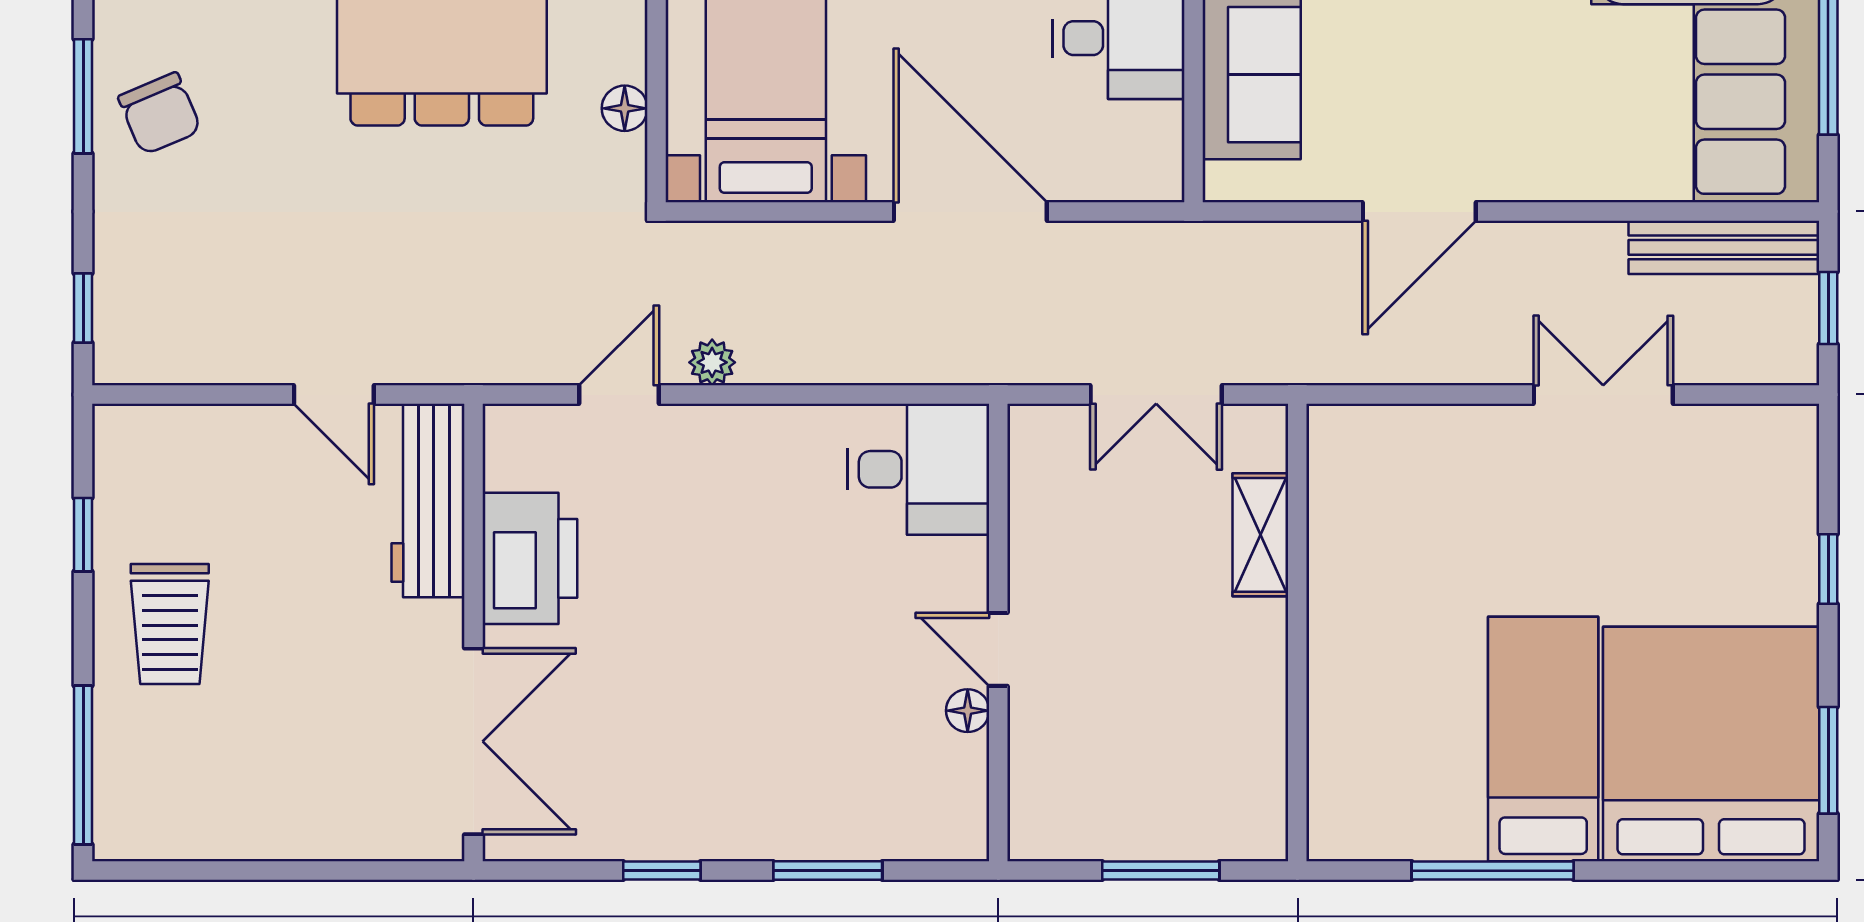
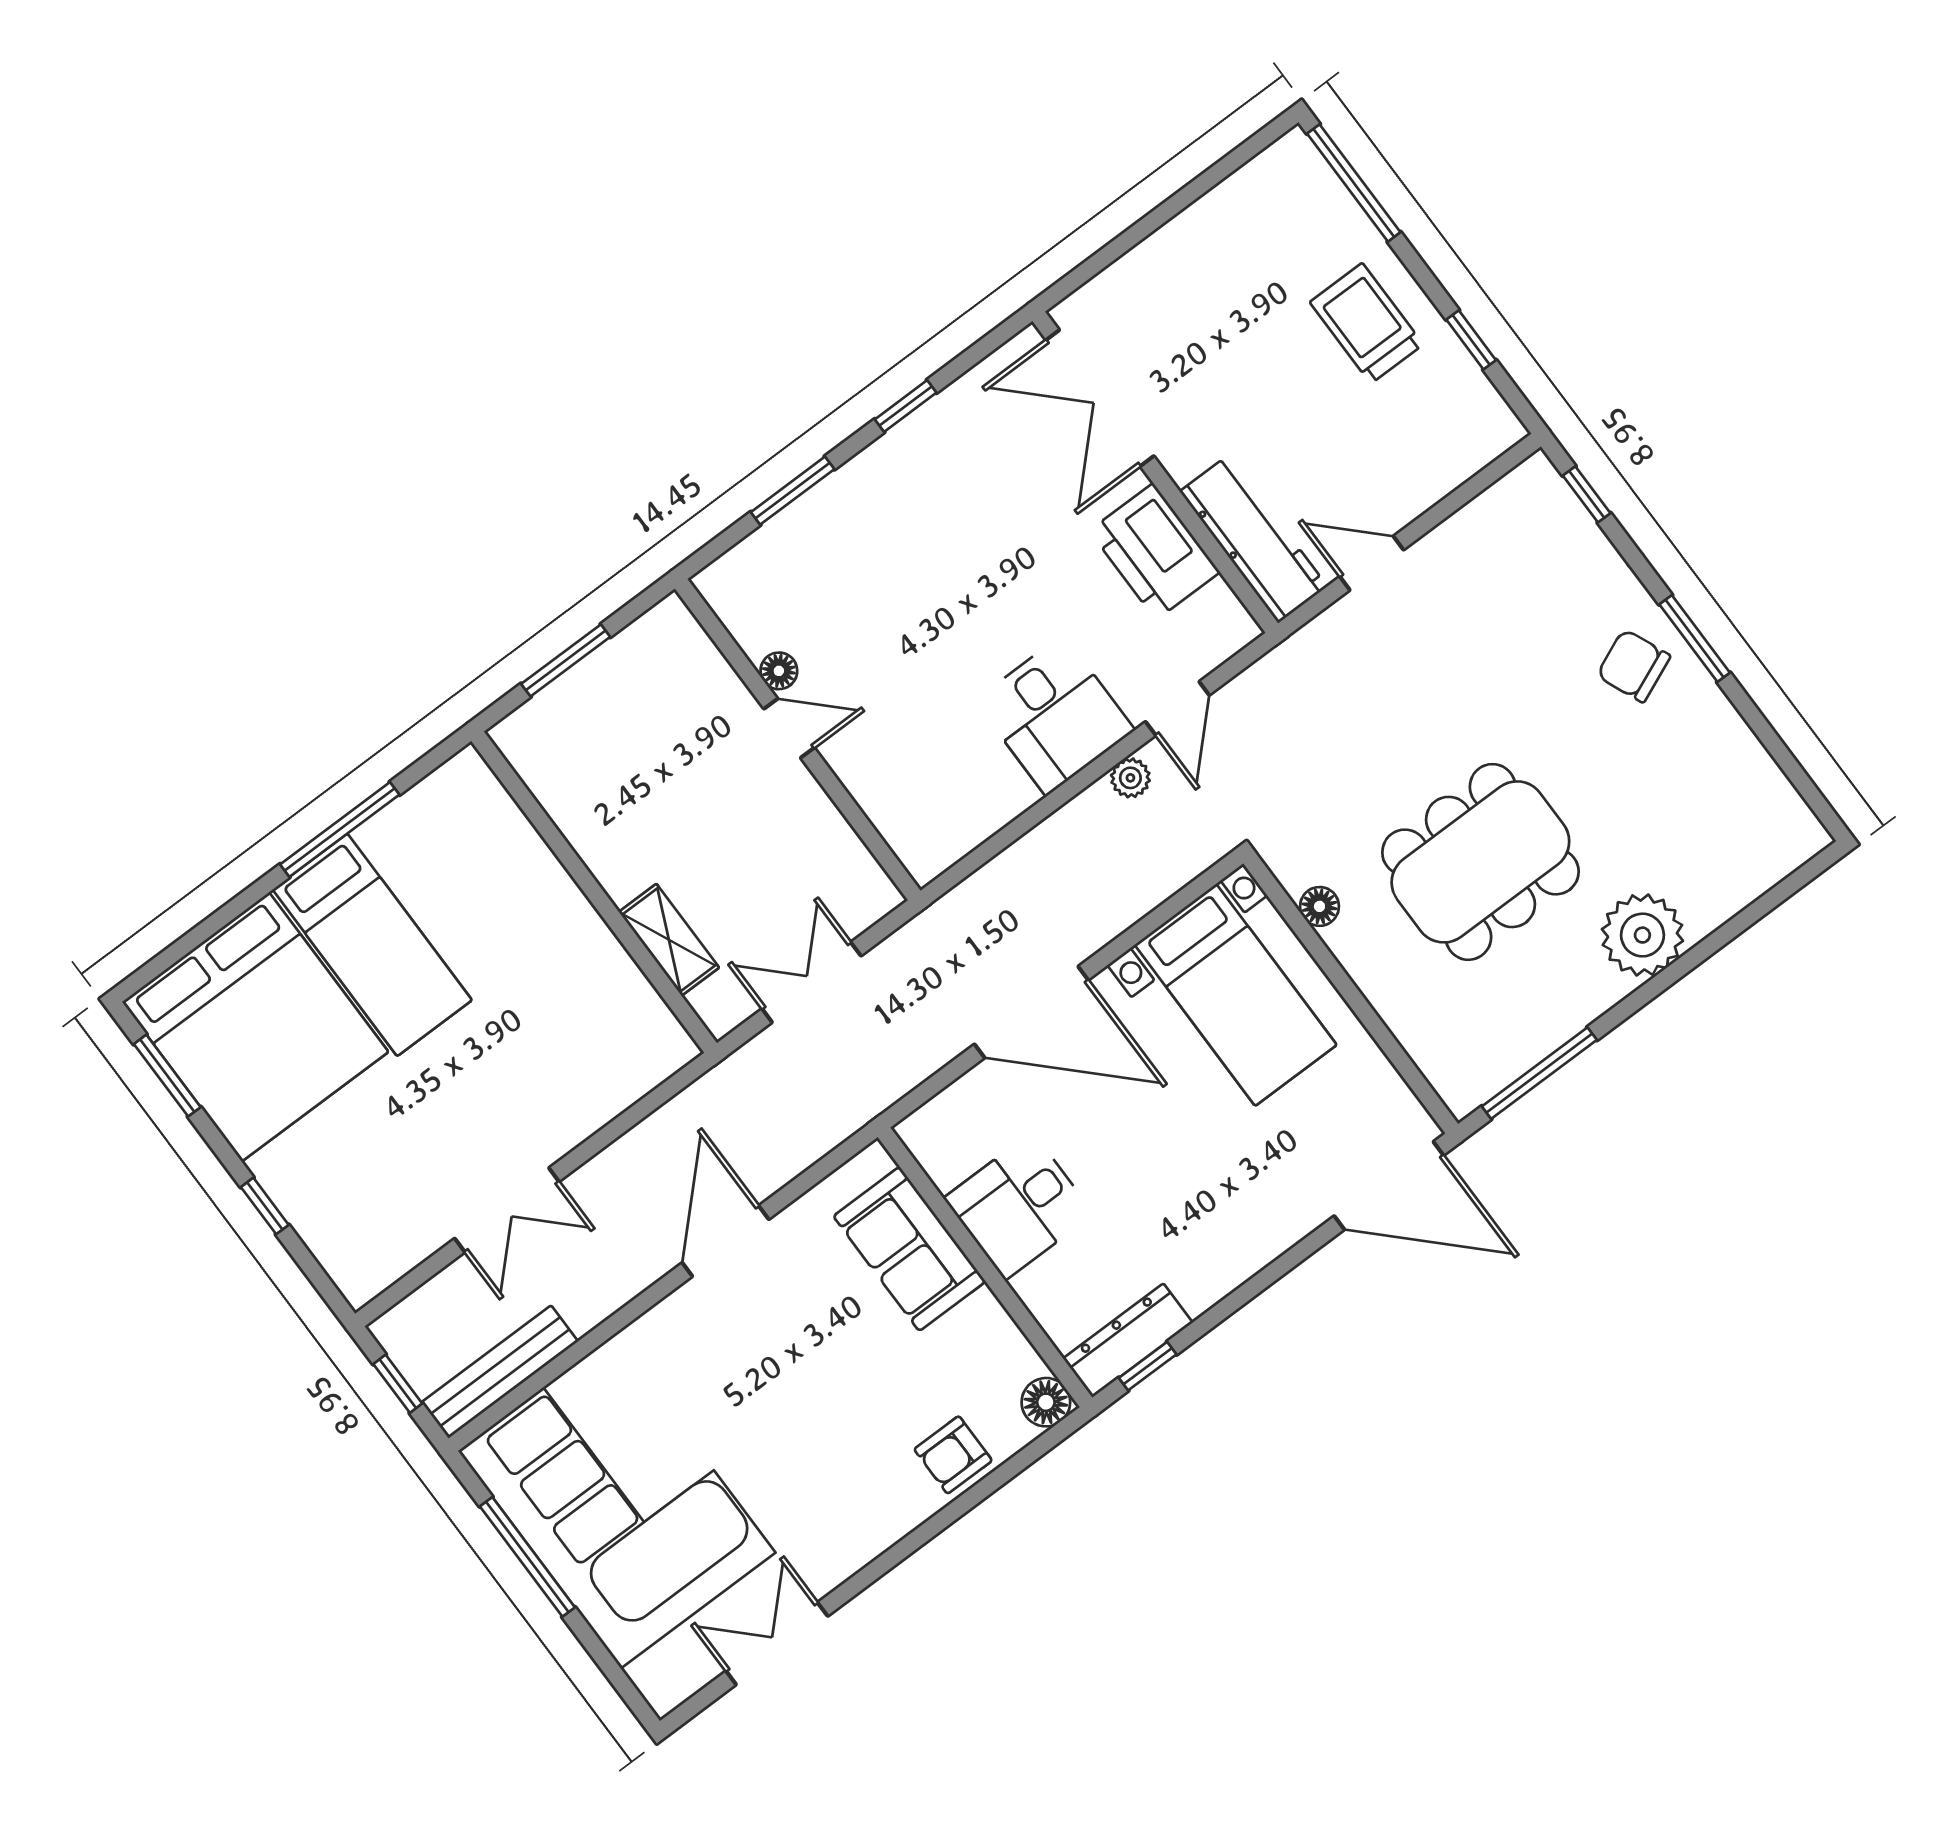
desk: (918, 469) -> (1055, 715), moved, turned -90

